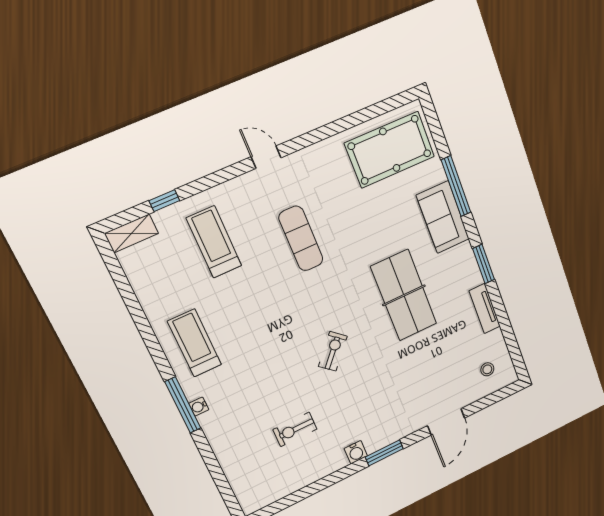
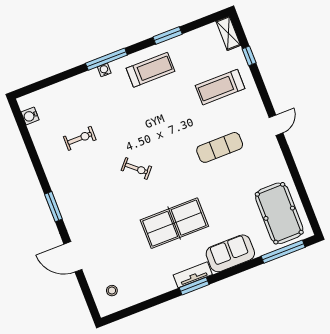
window: (456, 186) -> (283, 252), moved
treadmill: (214, 242) -> (220, 87), turned 180
tv unit: (485, 309) -> (193, 275), moved
window: (142, 323) -> (168, 35), added
exercise bike: (295, 429) -> (80, 138), turned 90
water cooler: (356, 452) -> (30, 116), moved

